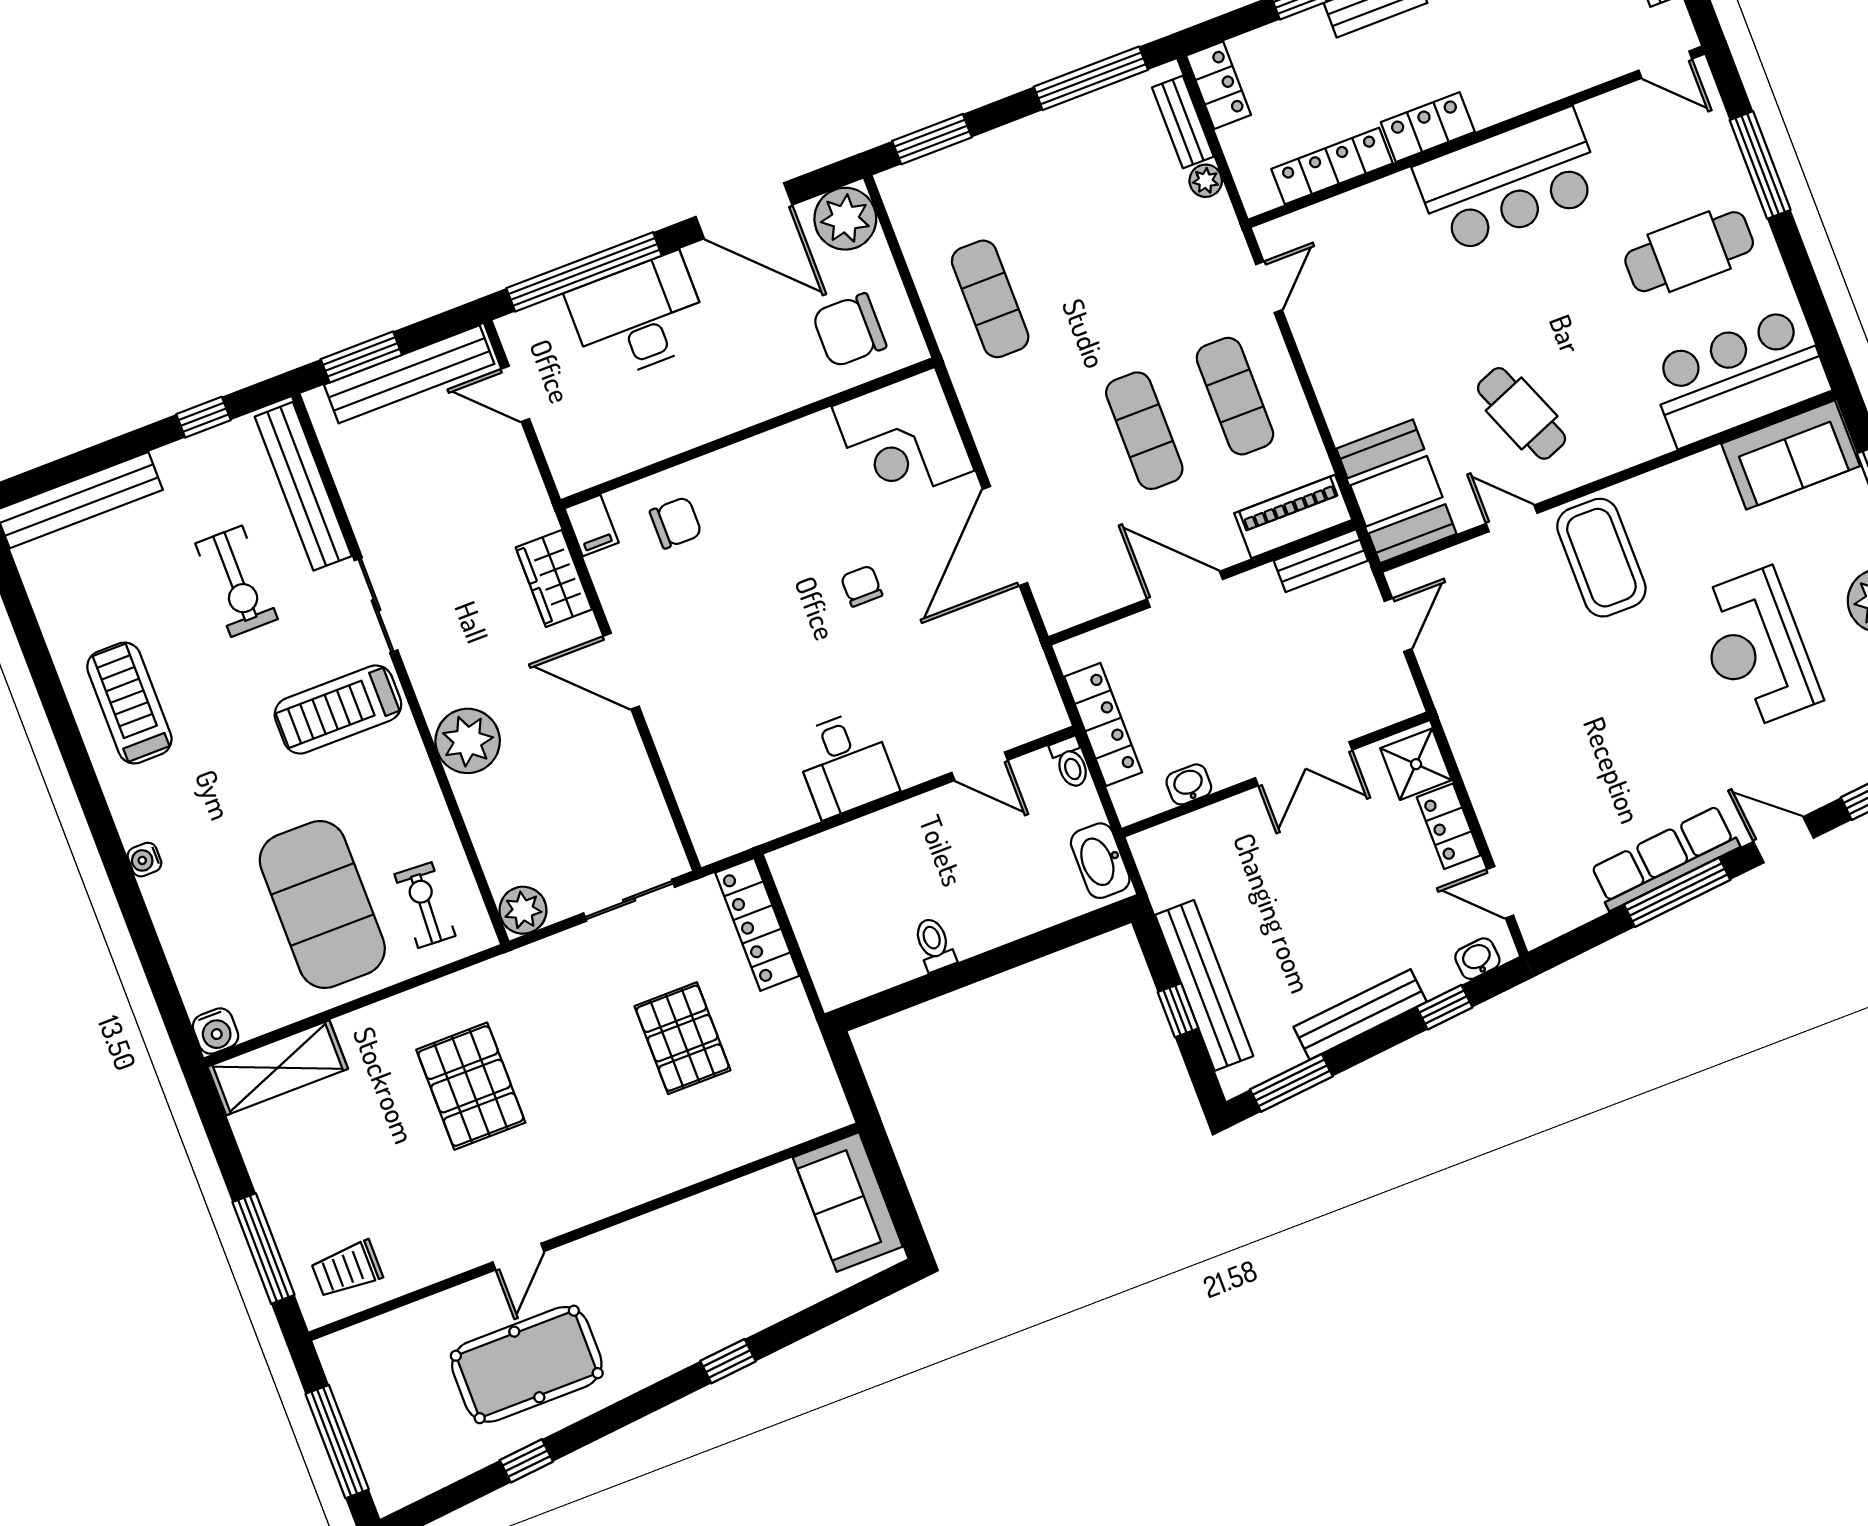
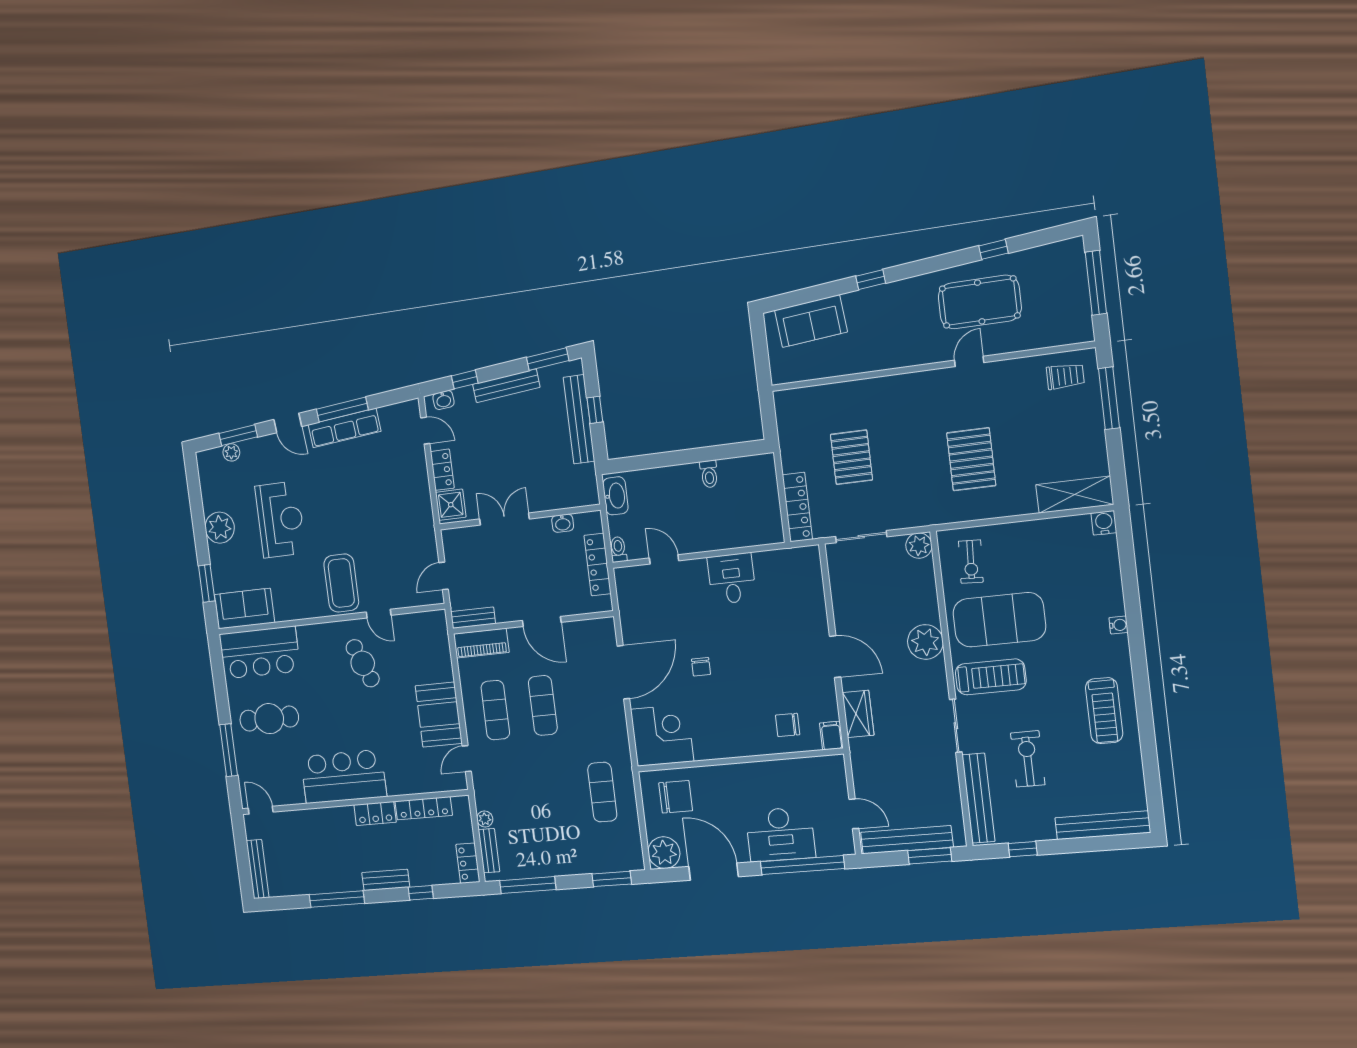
booth: (1396, 491) -> (439, 715), moved
exercise mat: (322, 905) -> (999, 620), moved, turned 90
sofa: (848, 1202) -> (811, 321), moved, turned 85

